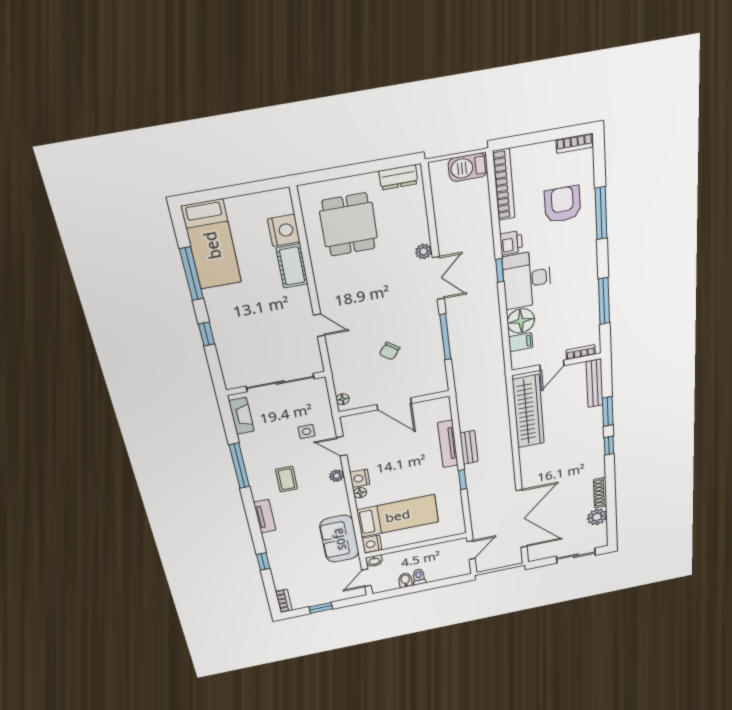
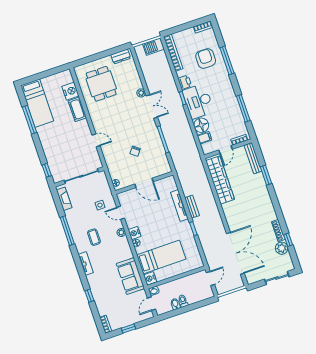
window: (206, 334) -> (47, 170), moved
window: (609, 446) -> (288, 240), moved

